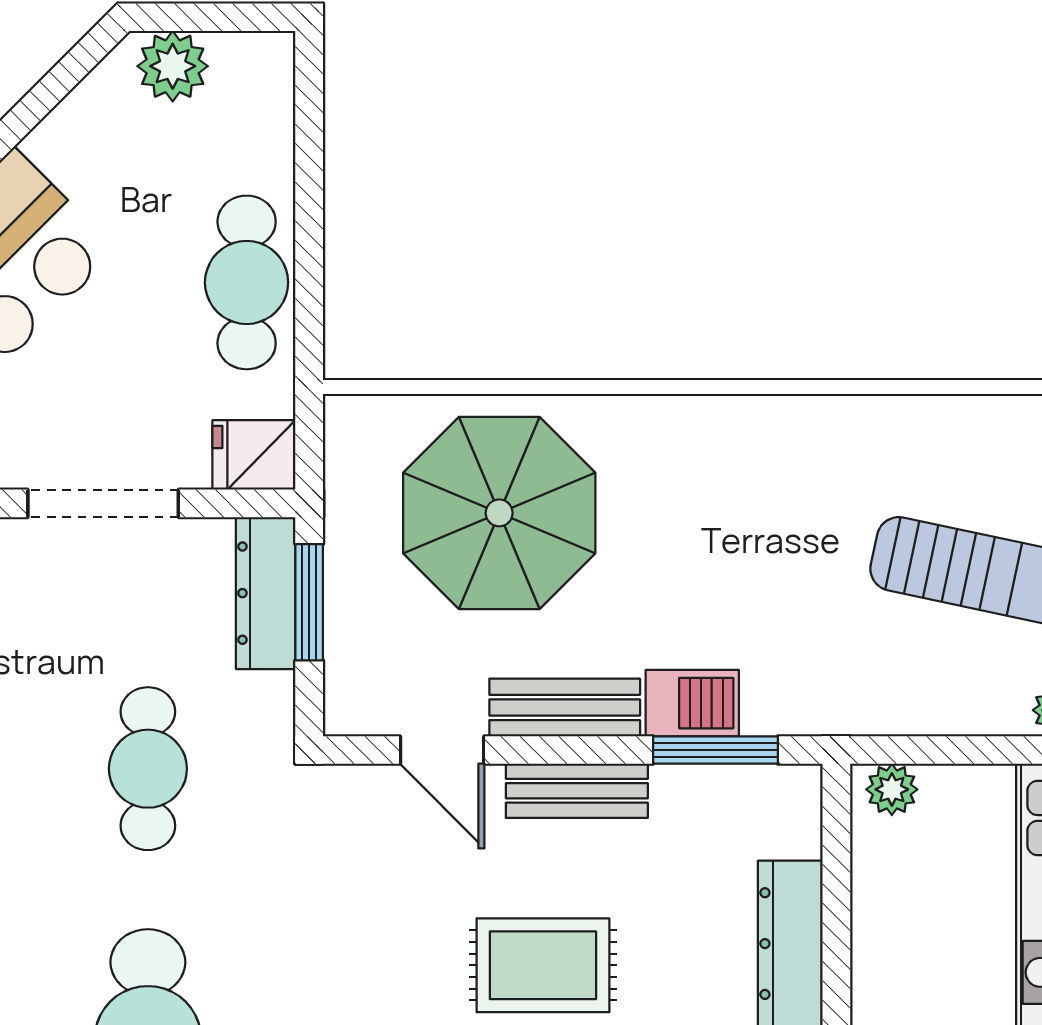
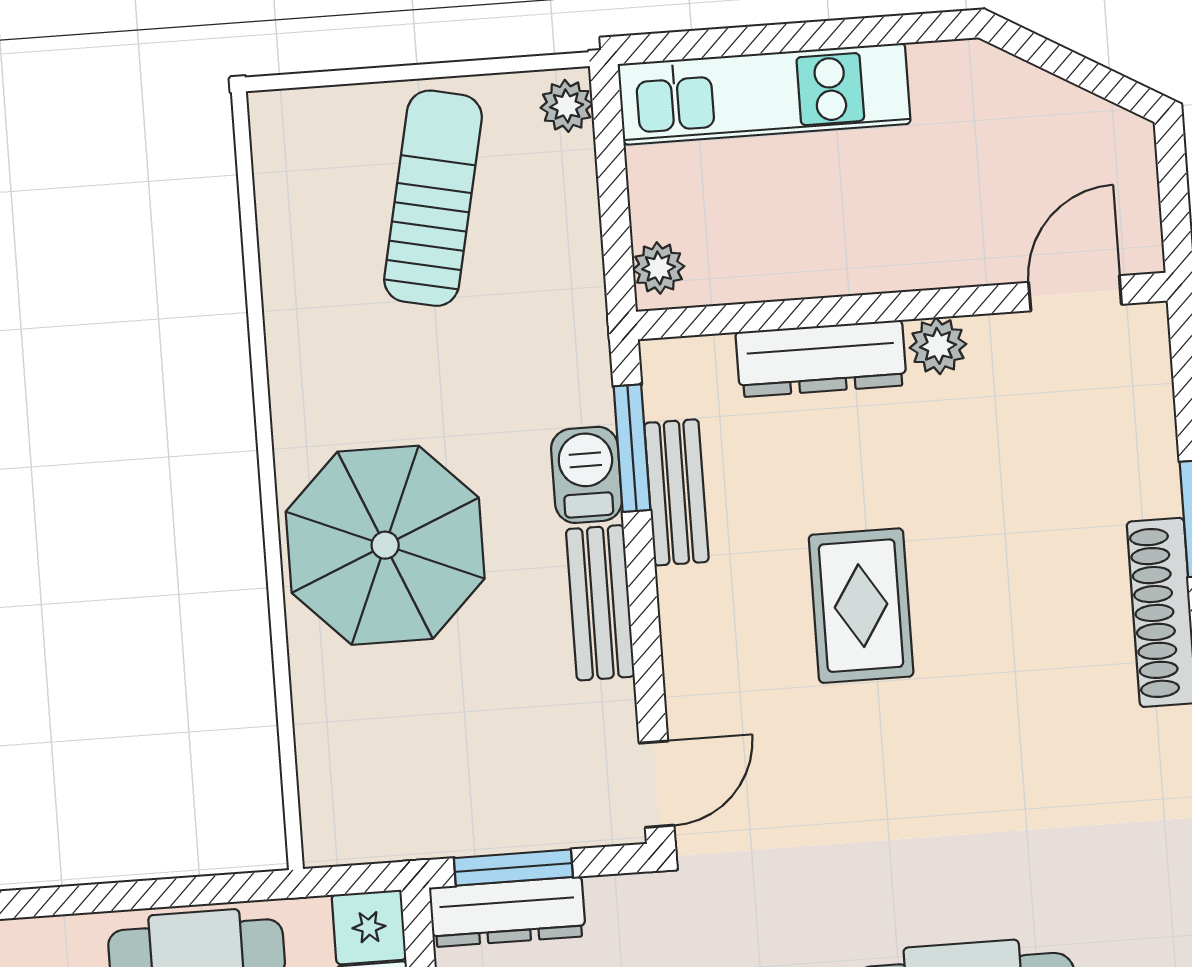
parasol: (499, 513) -> (385, 545), moved
door: (442, 750) -> (657, 784), moved
bench: (577, 791) -> (676, 492), moved

